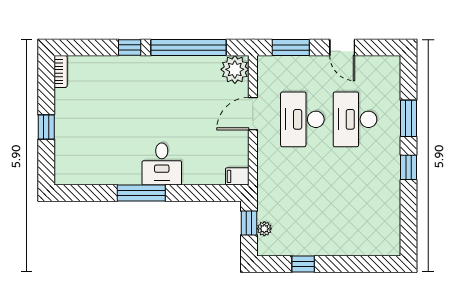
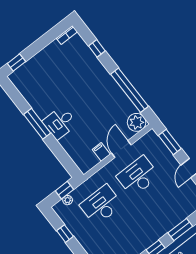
window: (130, 47) -> (97, 48), moved
door: (253, 114) -> (121, 149), hinge flipped
desk: (355, 119) -> (101, 205), moved
window: (46, 127) -> (16, 63), moved
filing cabinet: (237, 176) -> (101, 152), moved

